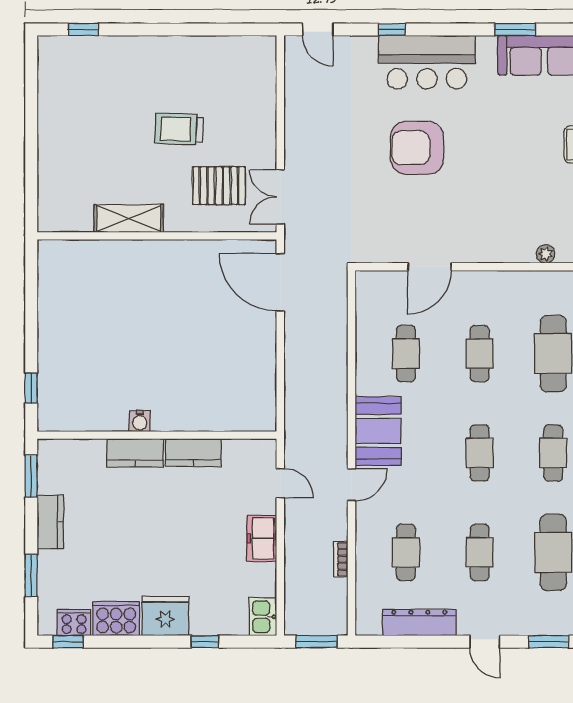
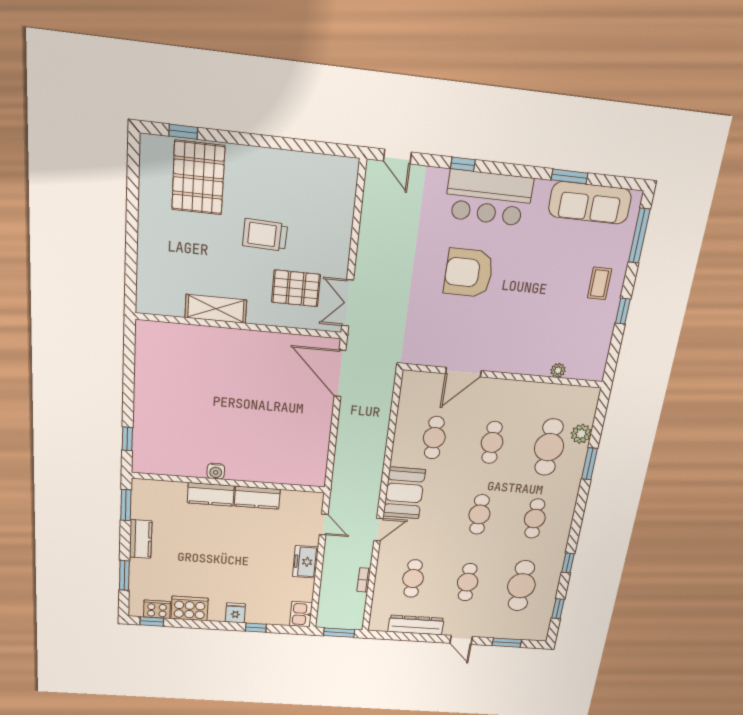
pallet: (102, 75) -> (198, 178), added
fridge: (165, 616) -> (235, 613), width x0.53, depth x0.75

